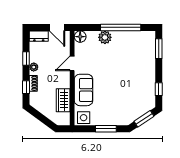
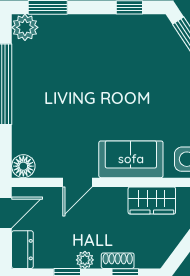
plant: (105, 37) -> (25, 27), moved
door: (72, 63) -> (78, 182), hinge flipped

